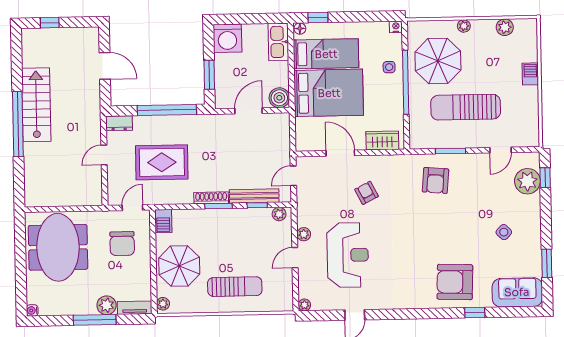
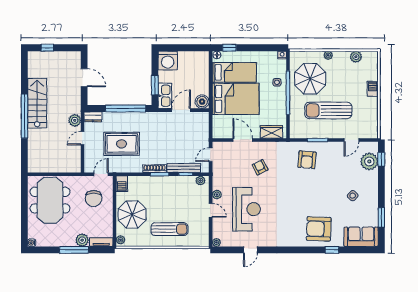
kitchen sink: (278, 42) -> (165, 96), moved, turned 180
plant: (92, 129) -> (75, 120), added
door: (295, 258) -> (211, 210), swing flipped

